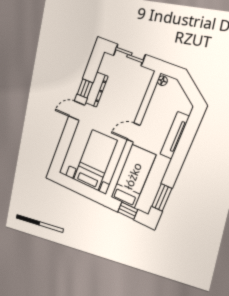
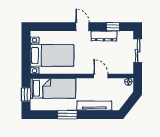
window: (85, 89) -> (113, 27), moved
door: (134, 133) -> (101, 76), moved
window: (162, 197) -> (67, 115), moved

